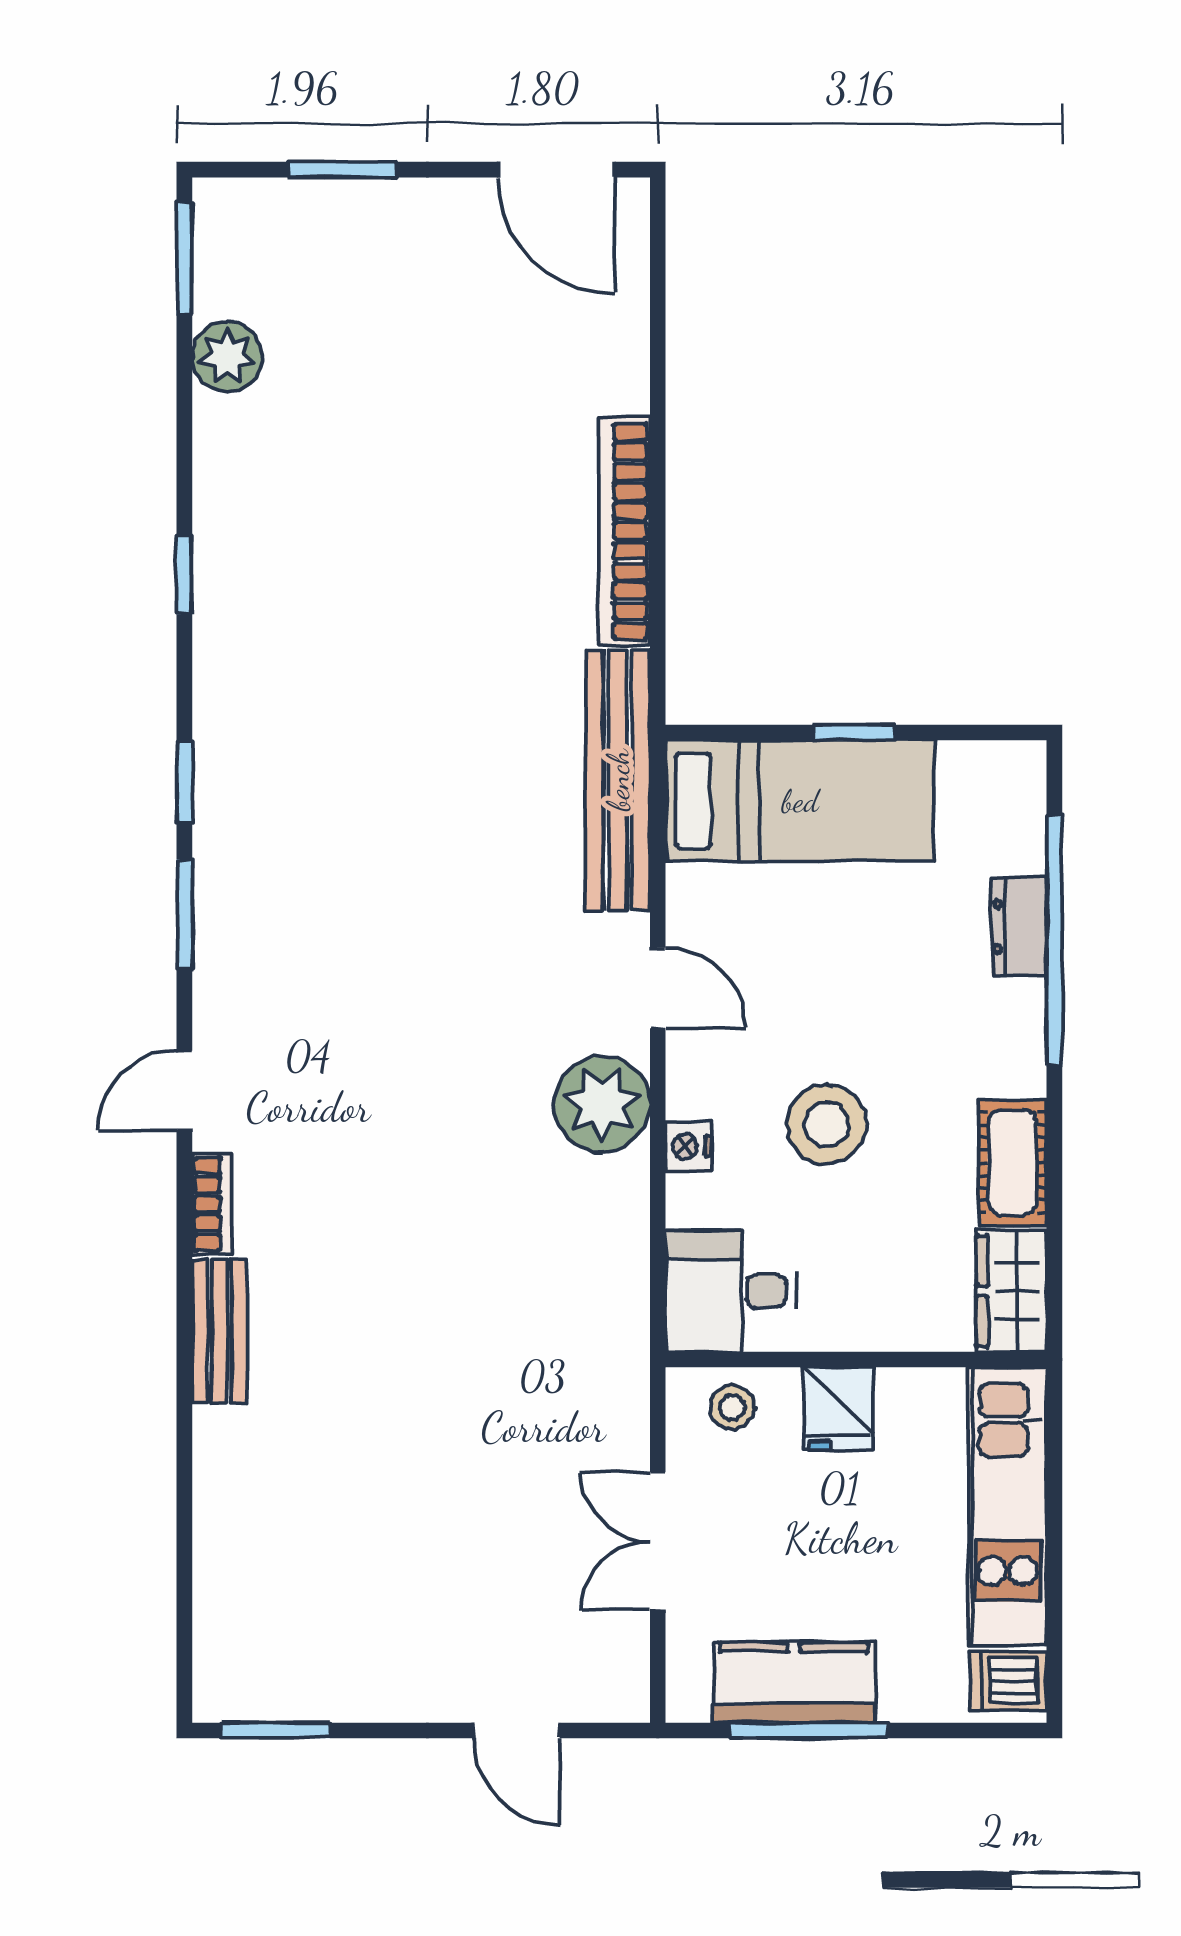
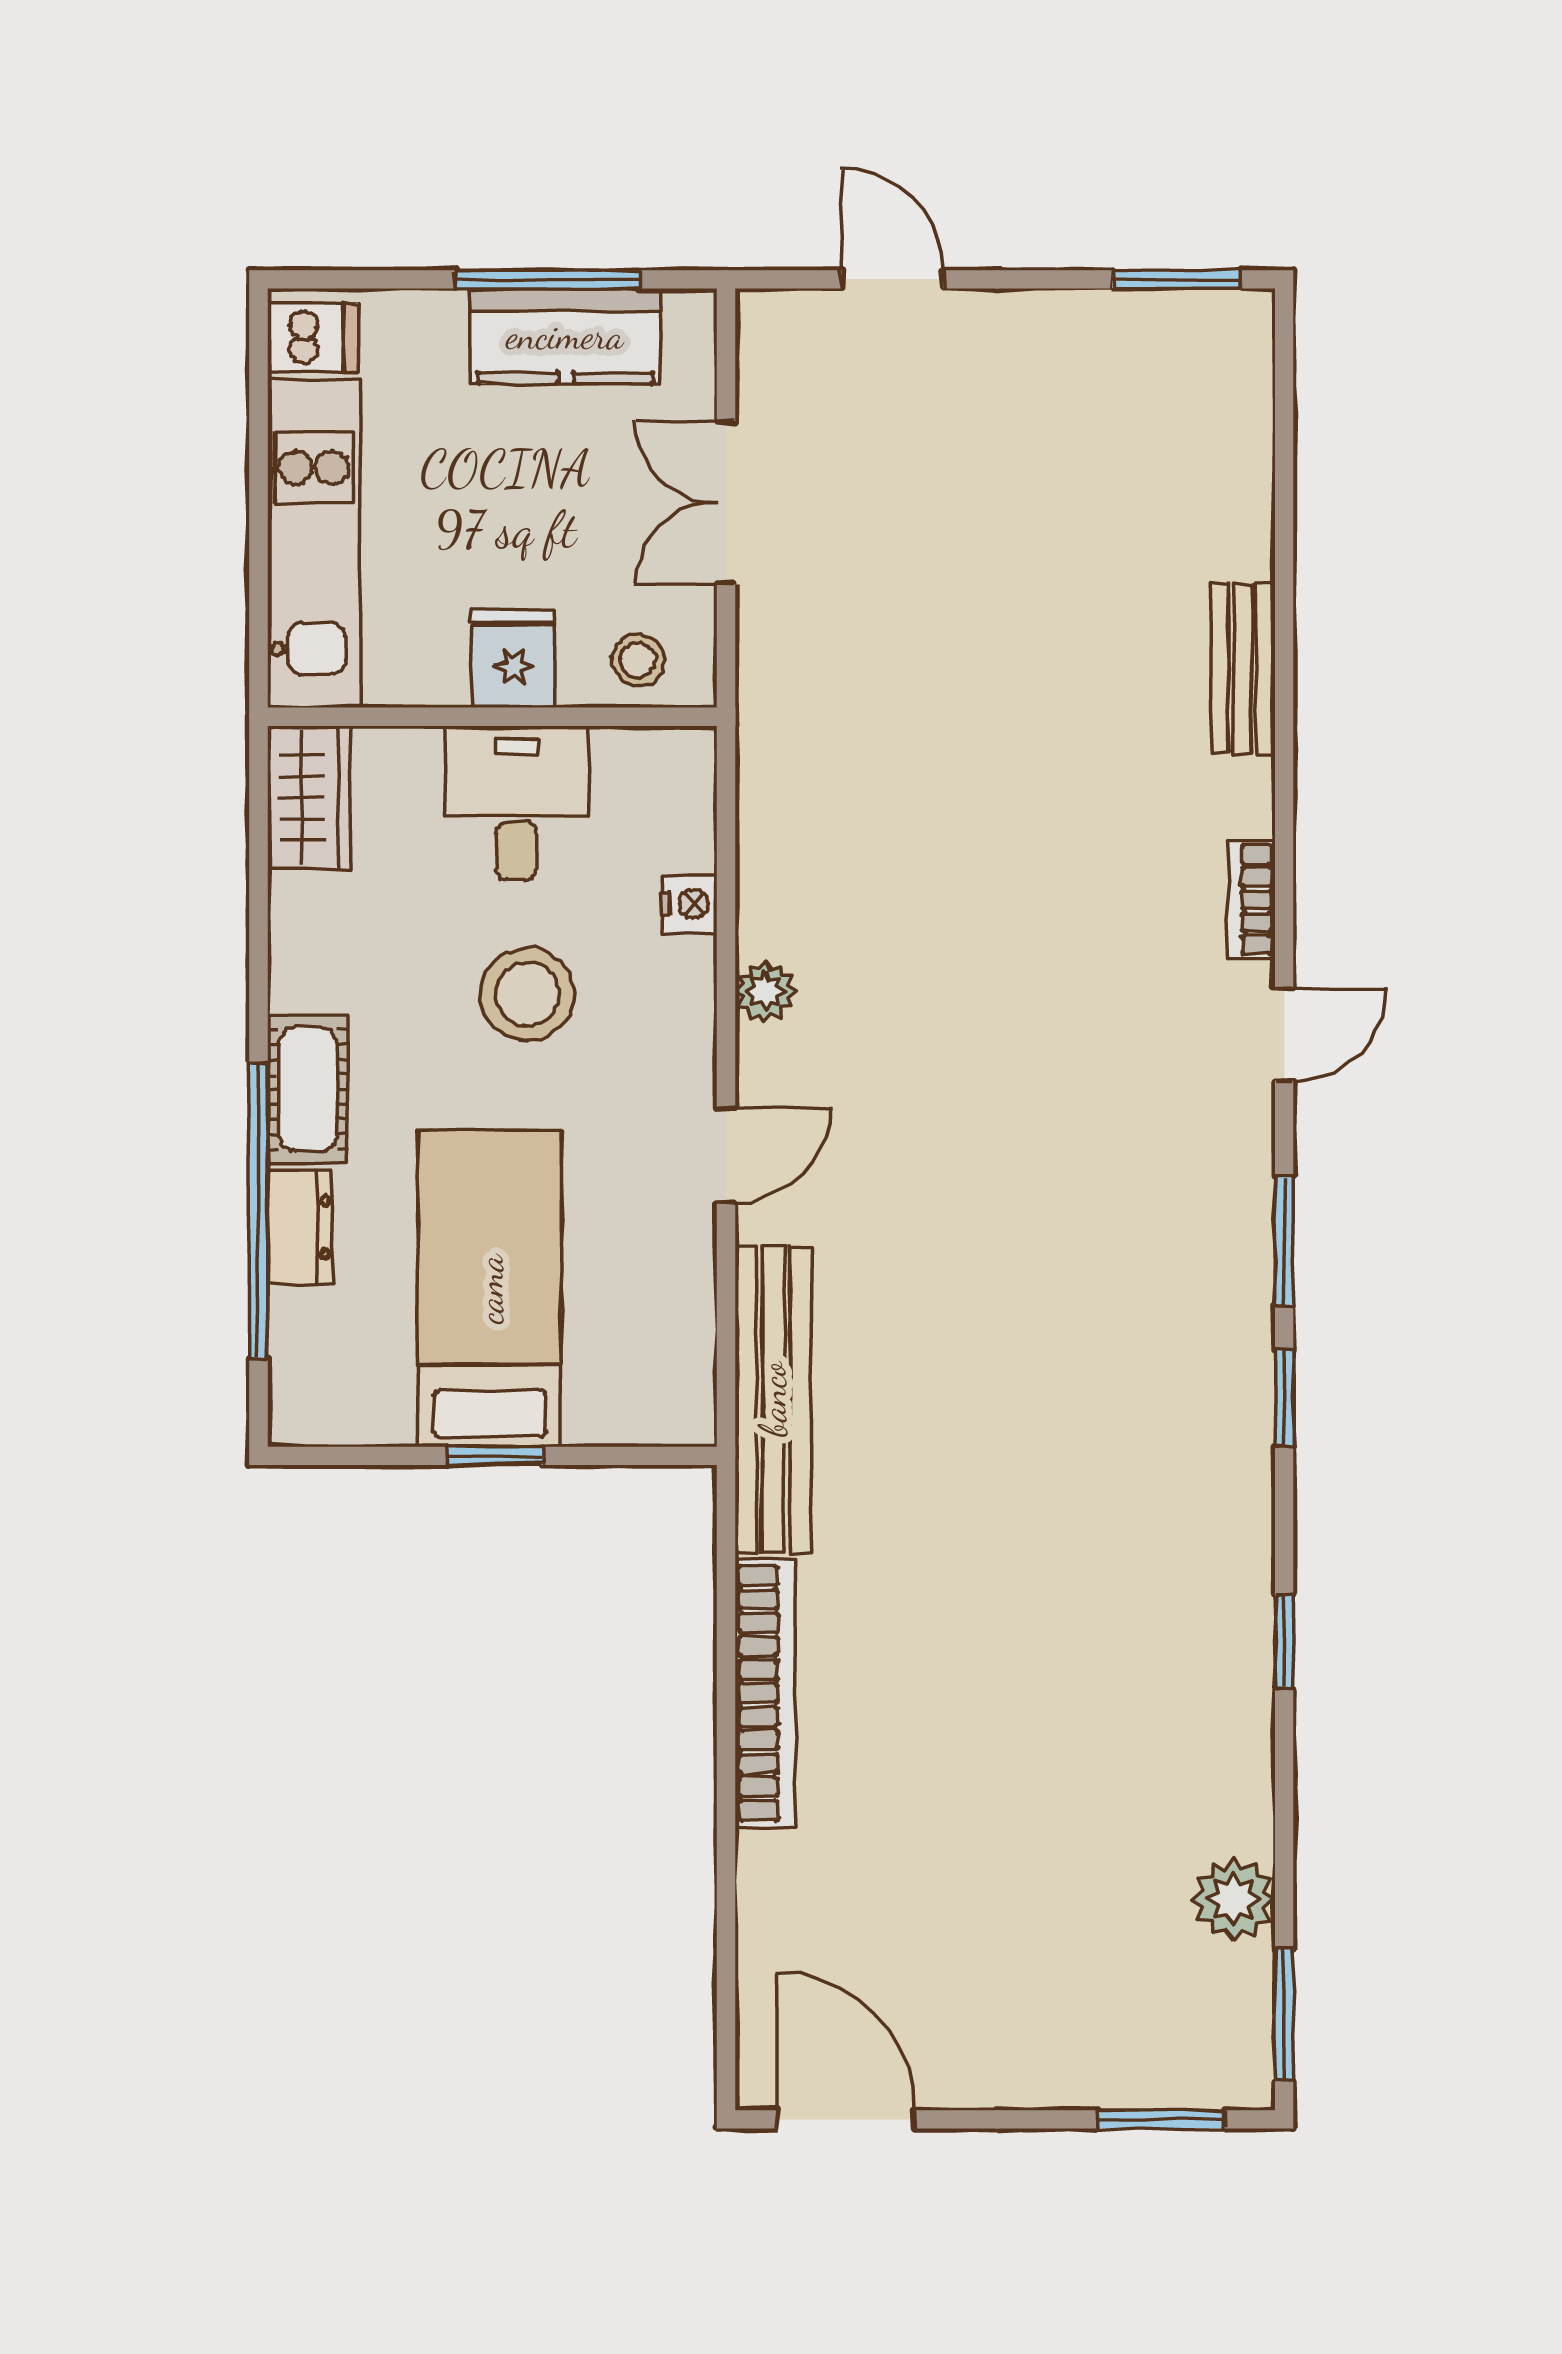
window: (342, 170) -> (1161, 2119), moved
bed: (800, 801) -> (490, 1289), moved, turned 90
door: (658, 988) -> (726, 1155), swing flipped
plant: (602, 1104) -> (765, 991), width x0.53, depth x0.53
nightstand: (689, 1146) -> (690, 904), moved
cot: (1013, 1162) -> (308, 1090), moved
desk: (731, 1291) -> (516, 803), moved, turned -90
bench: (219, 1331) -> (1243, 669), moved
double door: (658, 1541) -> (726, 502), swing flipped

